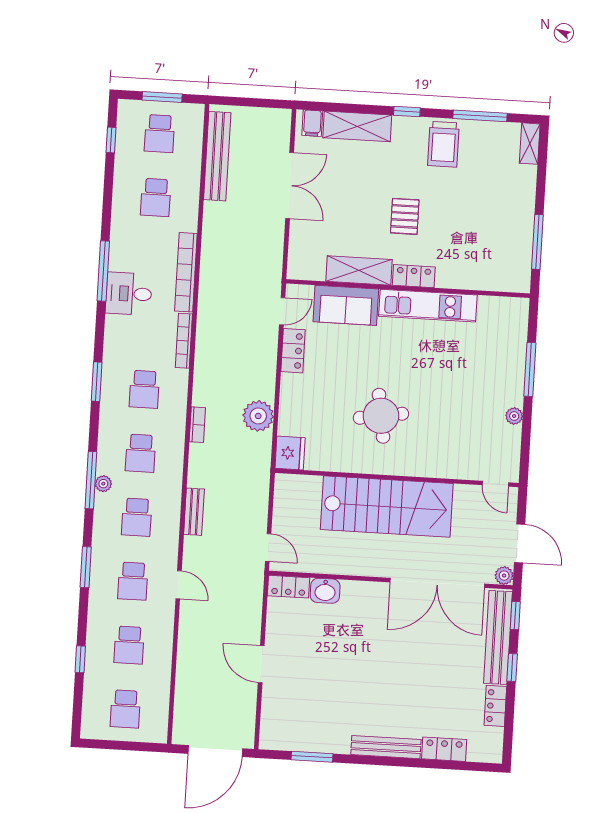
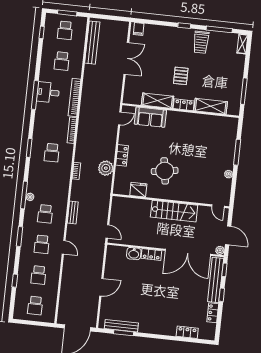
shelving: (357, 126) -> (211, 106), moved
desk: (129, 294) -> (48, 92), moved
kitchen unit: (428, 306) -> (190, 119), removed
locker: (293, 351) -> (122, 155), moved
school desk: (140, 453) -> (48, 183), removed
fridge: (290, 453) -> (138, 190), moved, turned -90
stairs: (387, 507) -> (174, 211), width x0.73, depth x0.66
locker: (289, 587) -> (151, 254), moved
door: (261, 664) -> (101, 287), swing flipped
bench: (386, 747) -> (121, 326), moved

